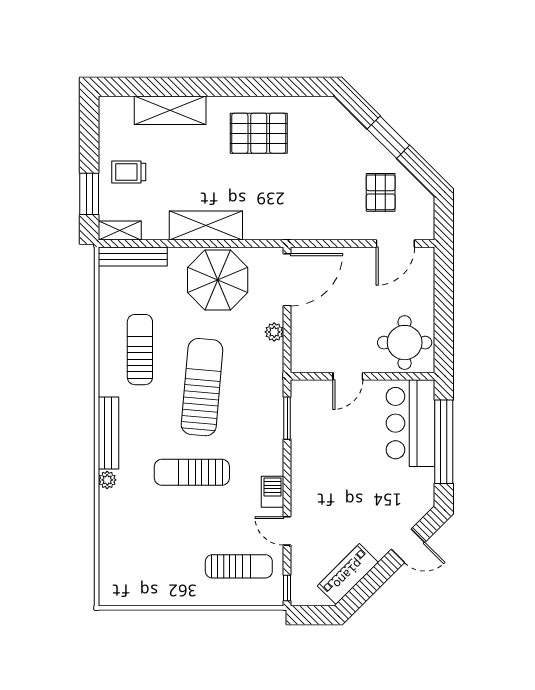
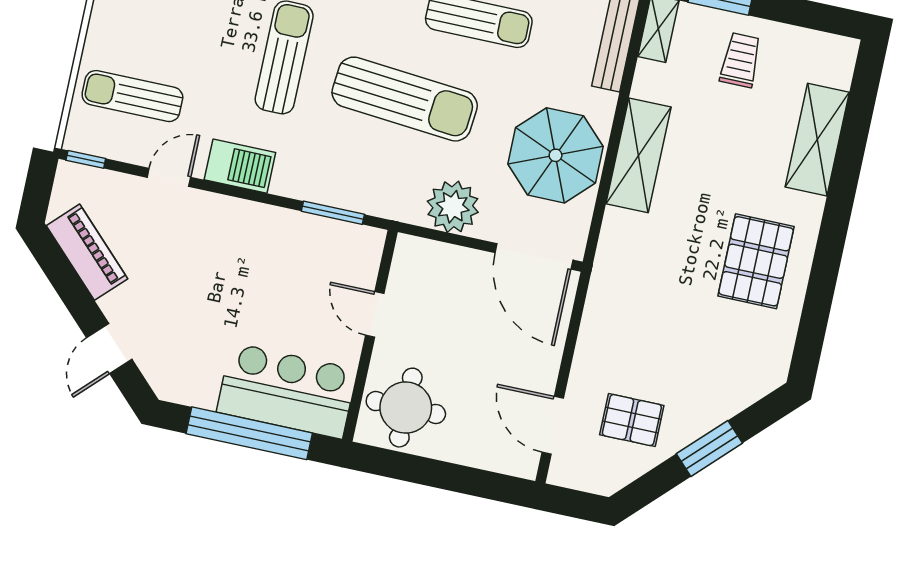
plant: (274, 332) -> (453, 207), width x1.87, depth x1.87
barbecue: (272, 492) -> (240, 166), width x1.38, depth x1.27
sun lounger: (239, 566) -> (132, 96), turned 90

